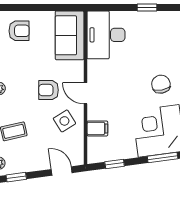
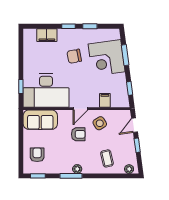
window: (147, 7) -> (21, 86), moved
desk: (106, 35) -> (46, 90), width x1.36, depth x1.30
armchair: (49, 90) -> (78, 134), turned -90
window: (16, 177) -> (137, 145), moved

